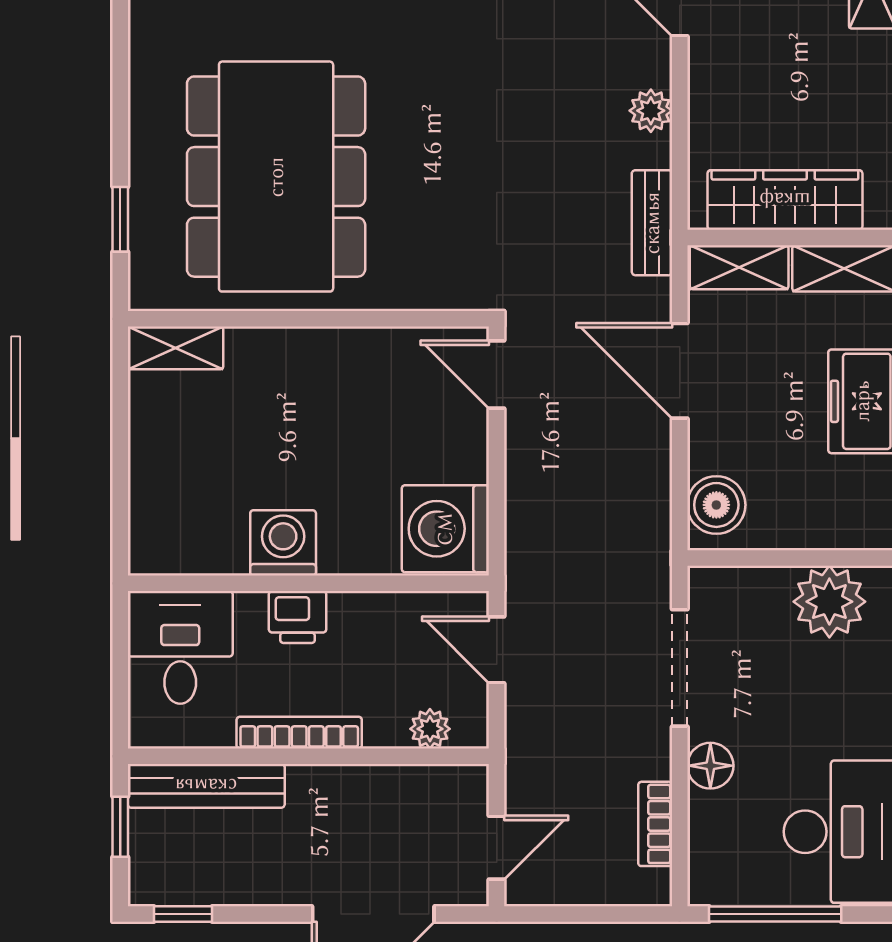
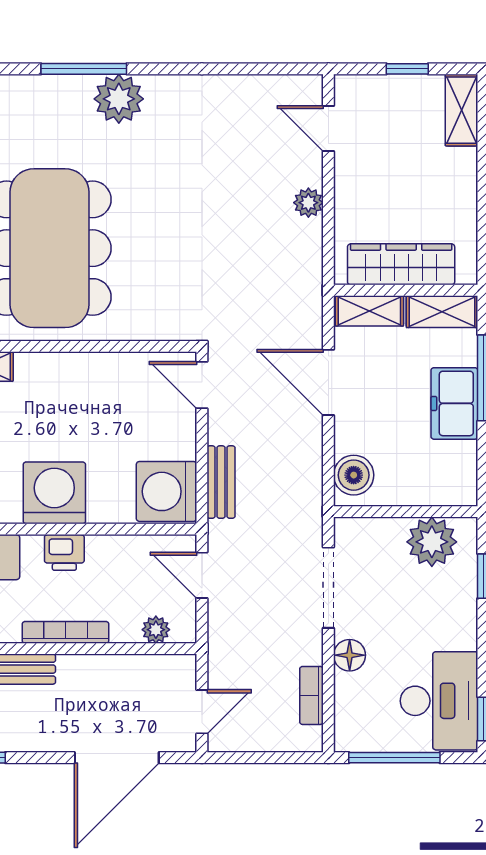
bench: (652, 223) -> (221, 482), moved
washing machine: (283, 543) -> (54, 493), width x1.37, depth x1.37

